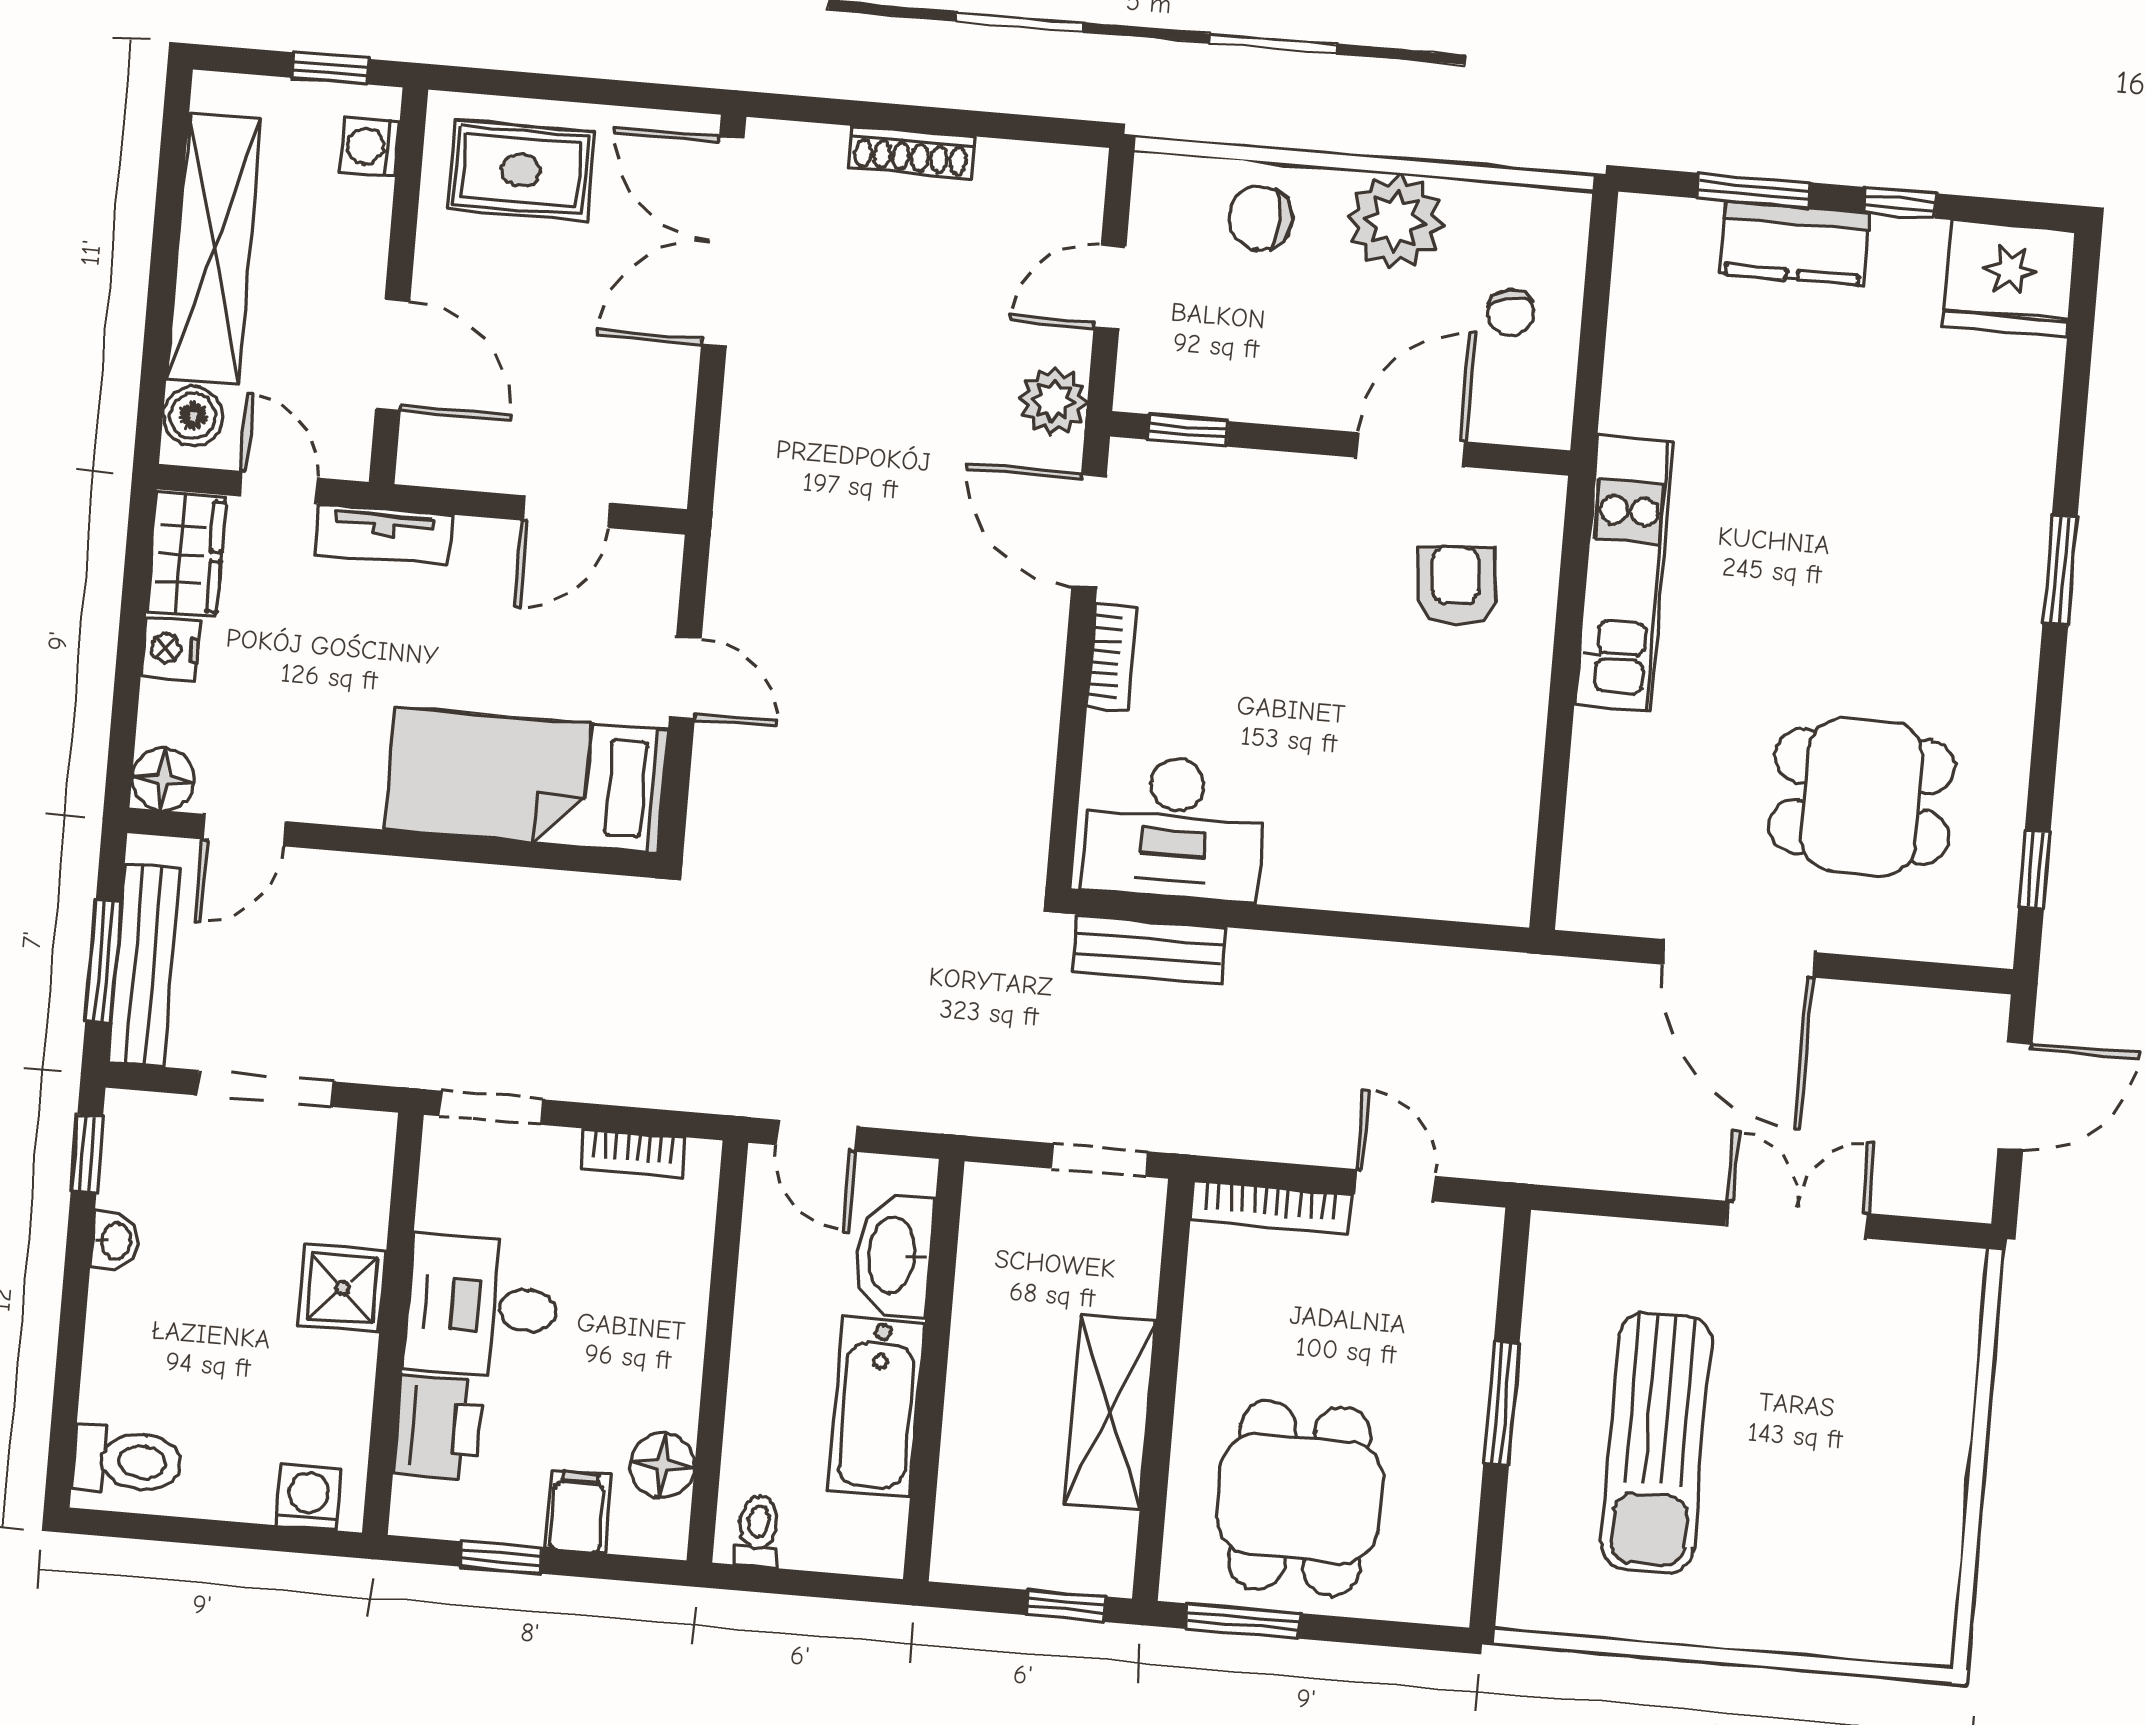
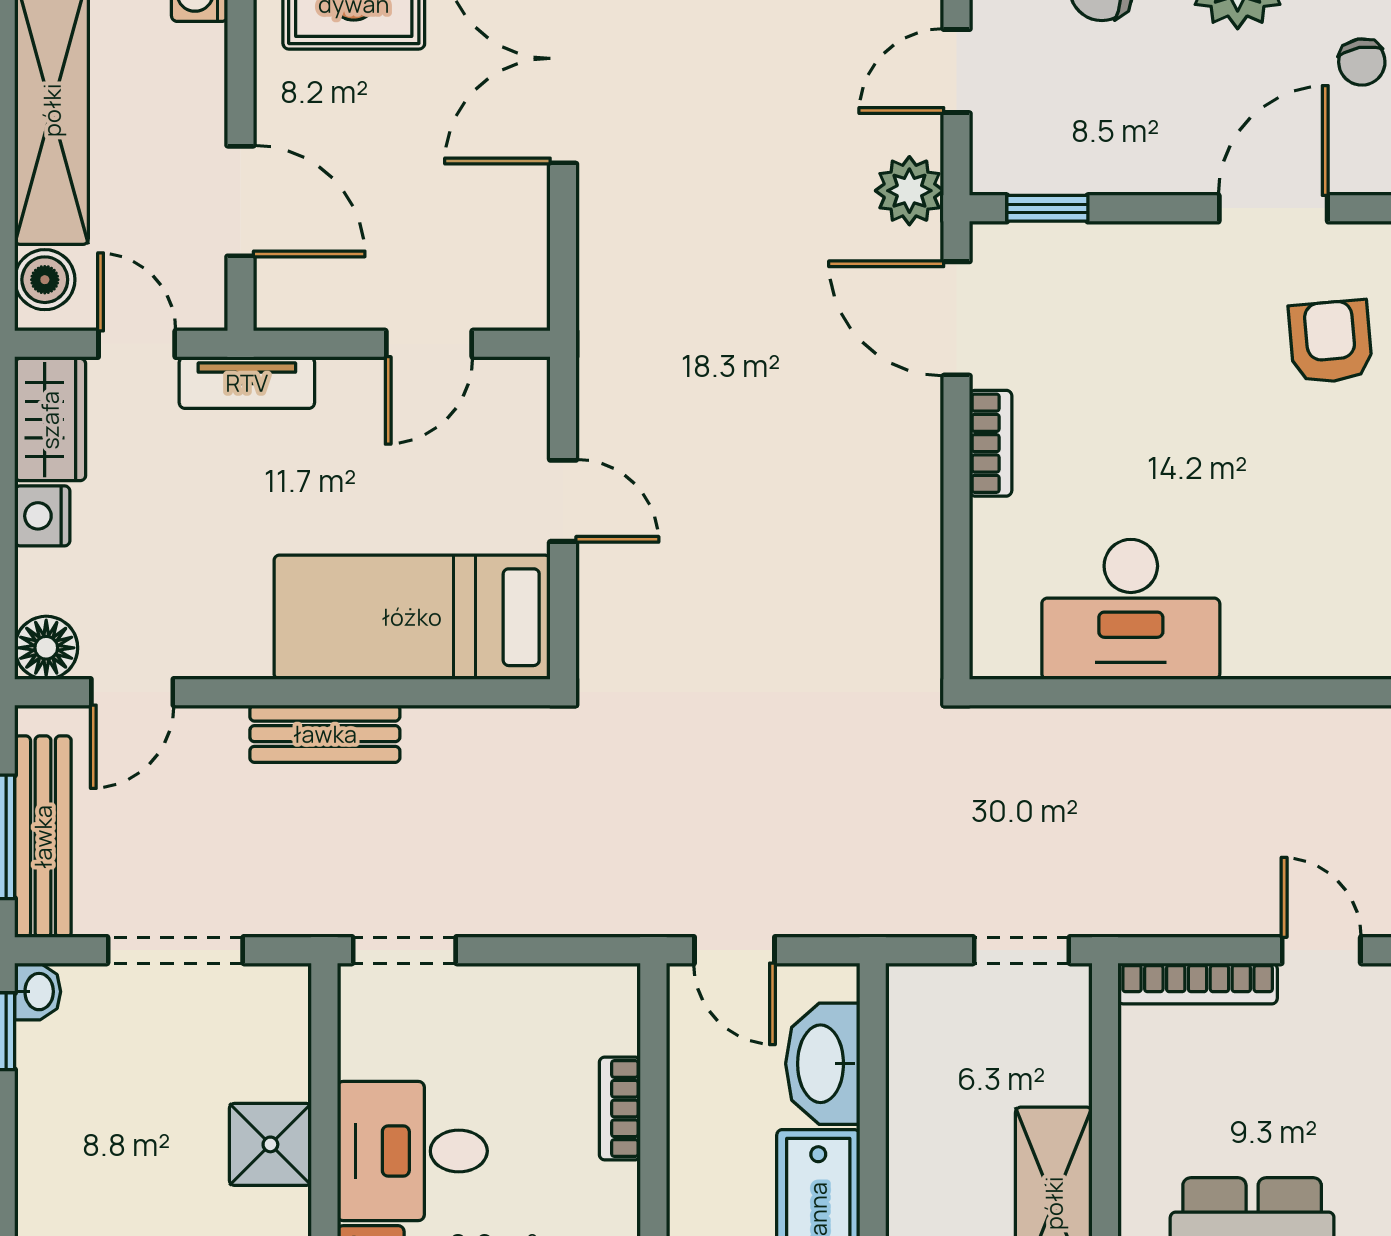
desk: (1174, 828) -> (1131, 609), moved
bench: (1149, 949) -> (325, 734), moved
bookcase: (632, 1153) -> (620, 1108), moved, turned 90
washbasin: (115, 1241) -> (38, 992), moved

